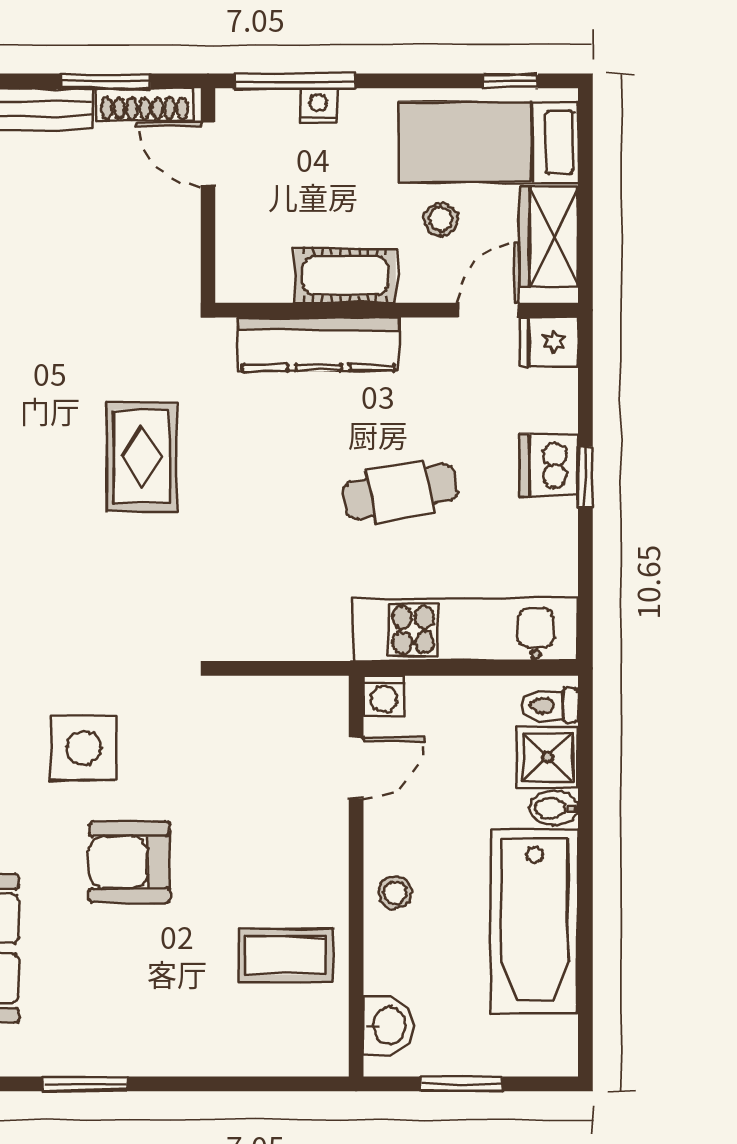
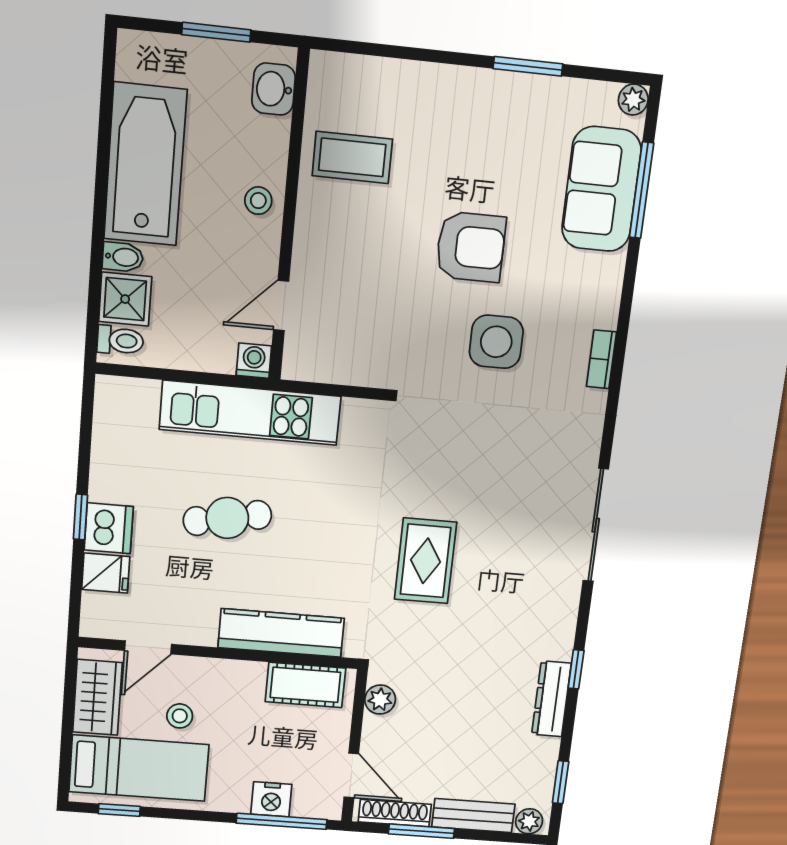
nightstand: (318, 105) -> (271, 799), width x1.39, depth x1.35
plant: (181, 263) -> (380, 700), added
cot: (345, 276) -> (305, 685), moved
fridge: (549, 342) -> (106, 573), moved
kitchen unit: (464, 630) -> (250, 413), moved

